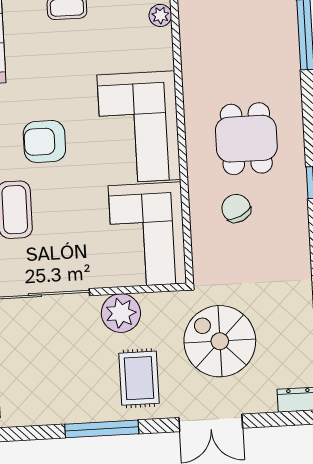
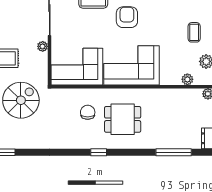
chair: (236, 208) -> (88, 112), turned -64
plant: (121, 313) -> (43, 46), width x0.53, depth x0.53

